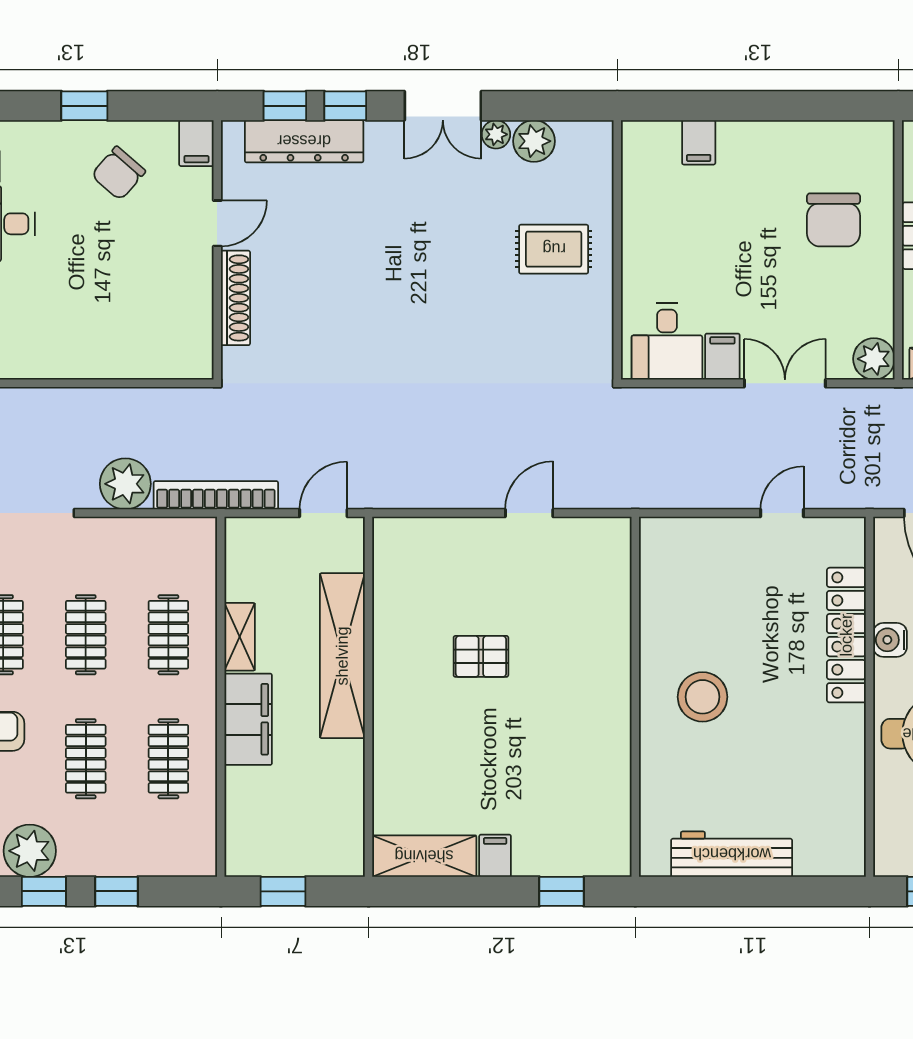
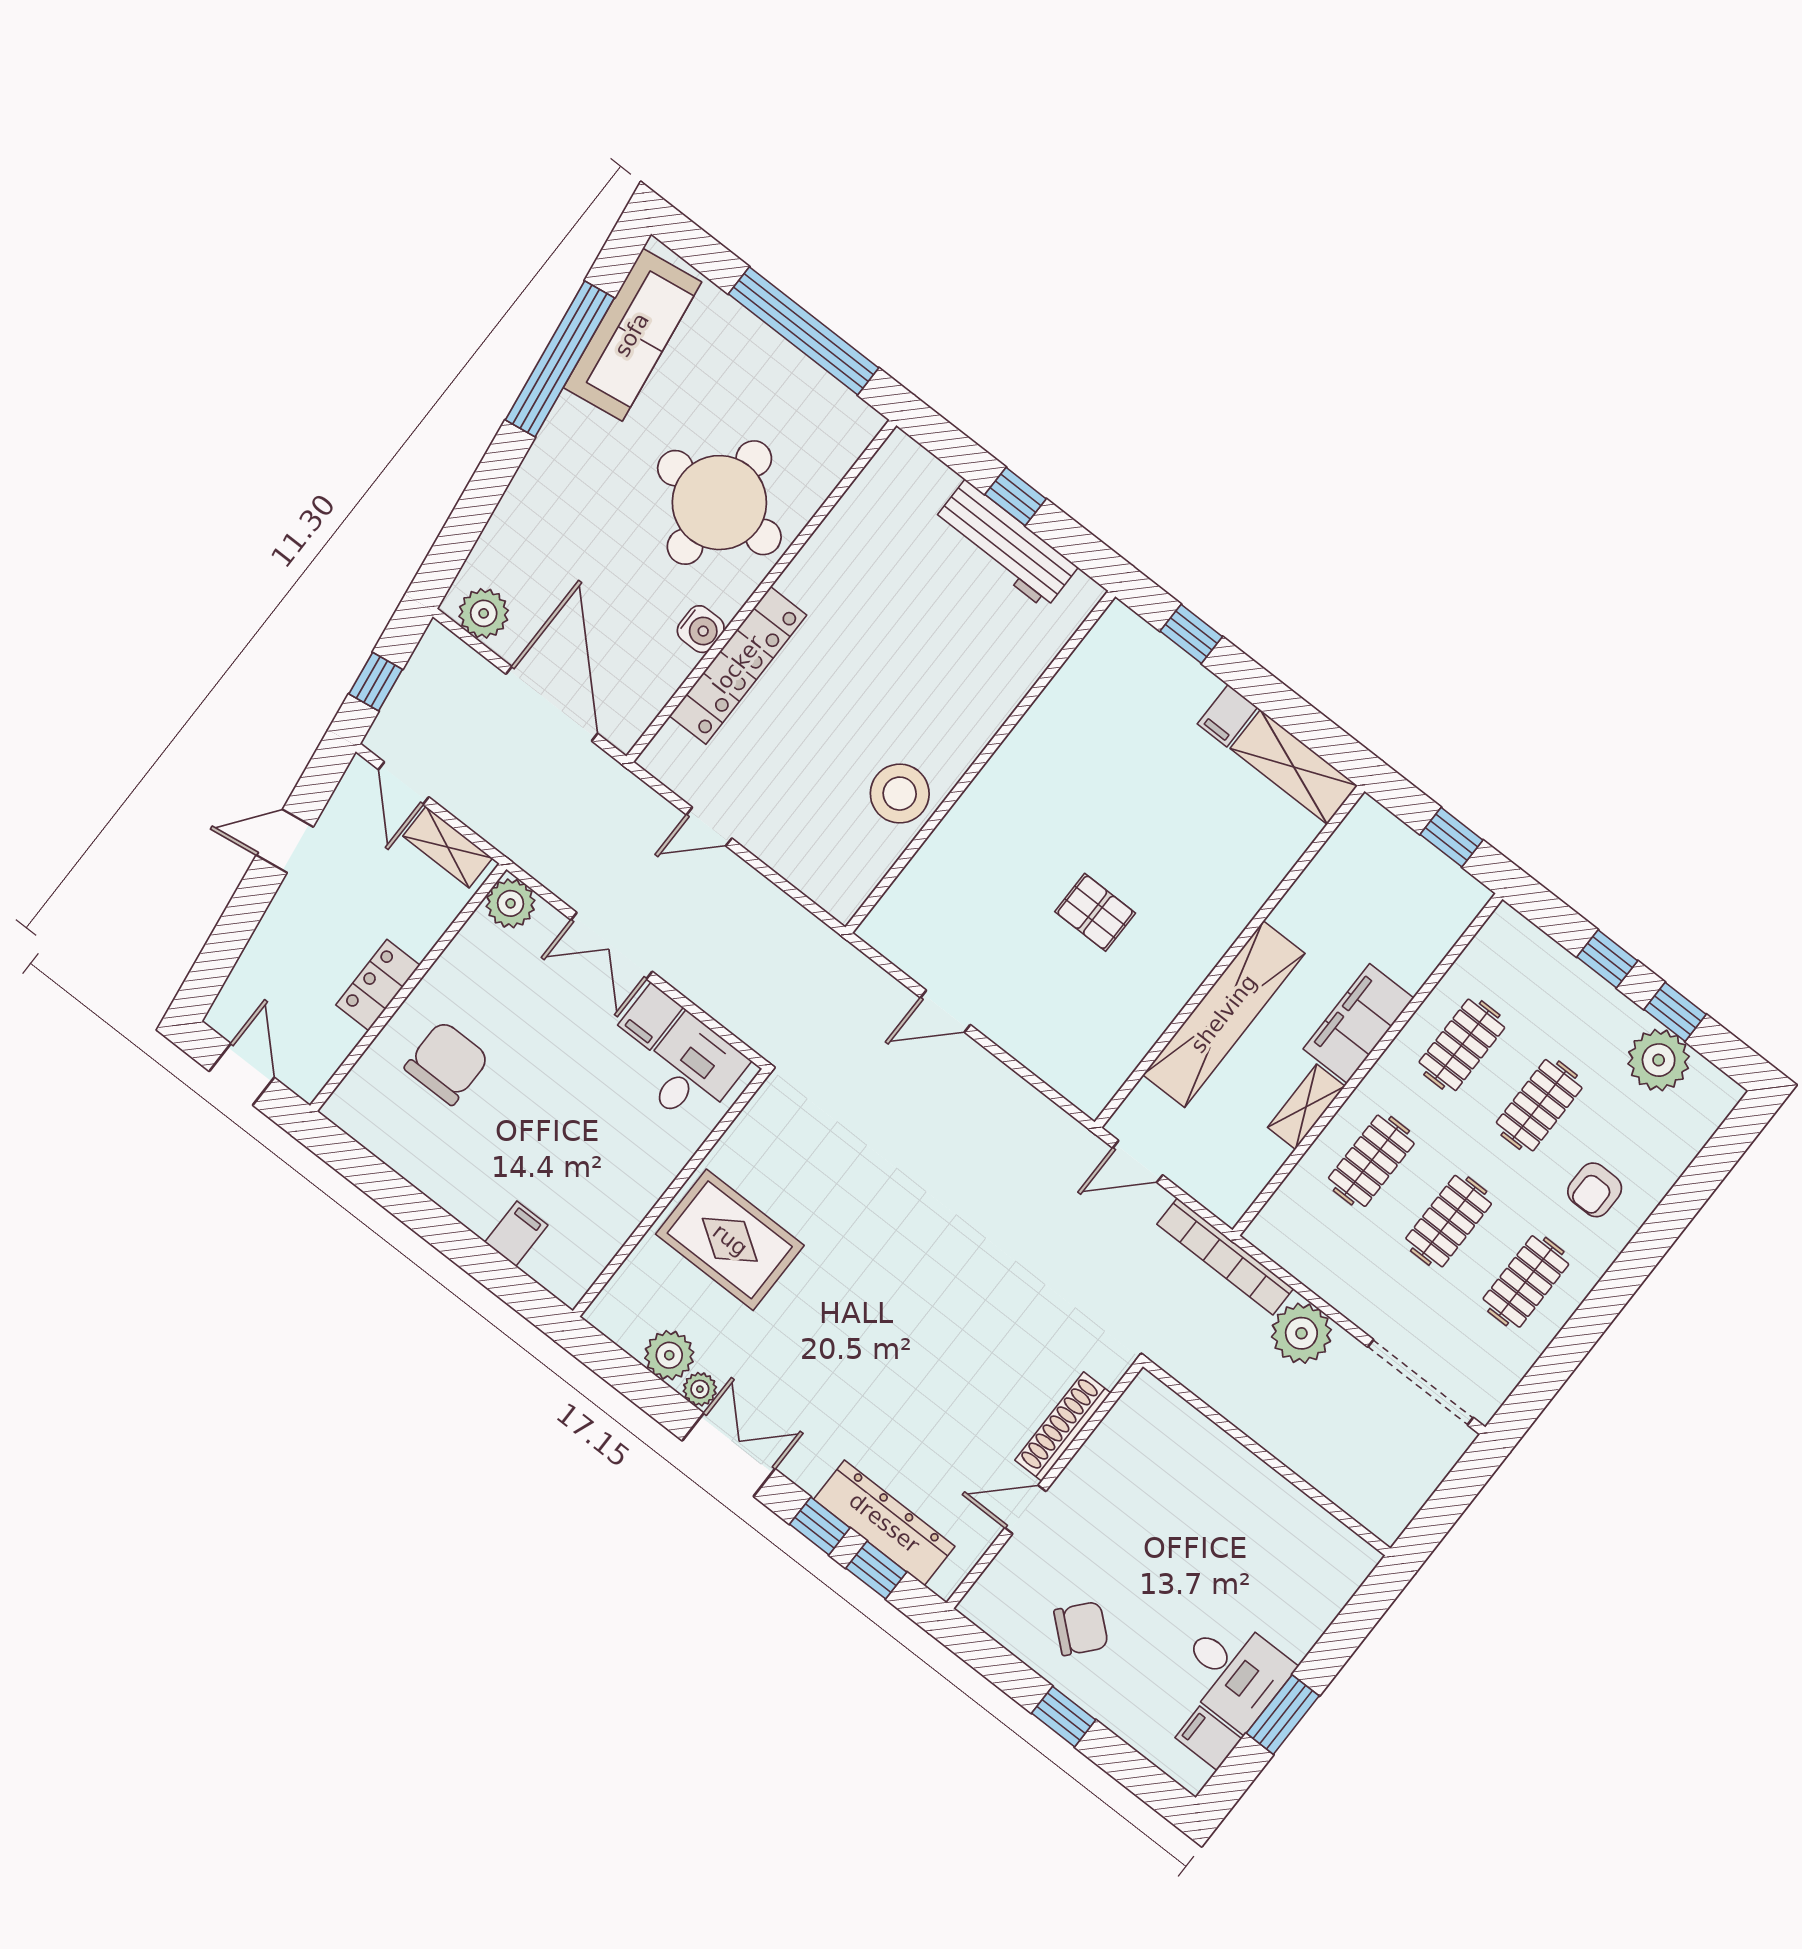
filing cabinet: (196, 143) -> (986, 1600), removed
rug: (554, 249) -> (730, 1240), width x1.36, depth x1.43
stool: (703, 697) -> (900, 794), moved
window: (750, 891) -> (1016, 497), added

